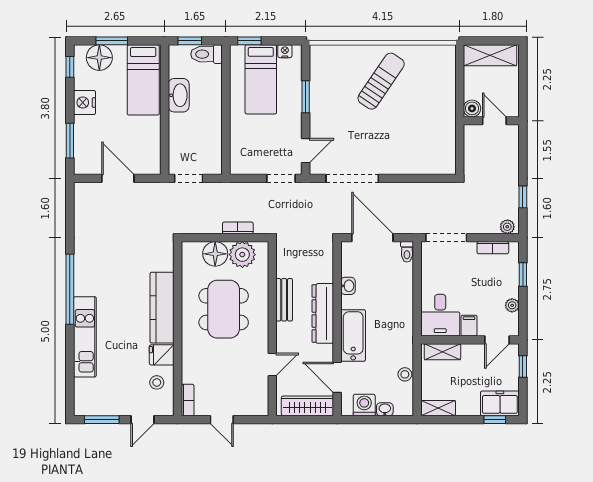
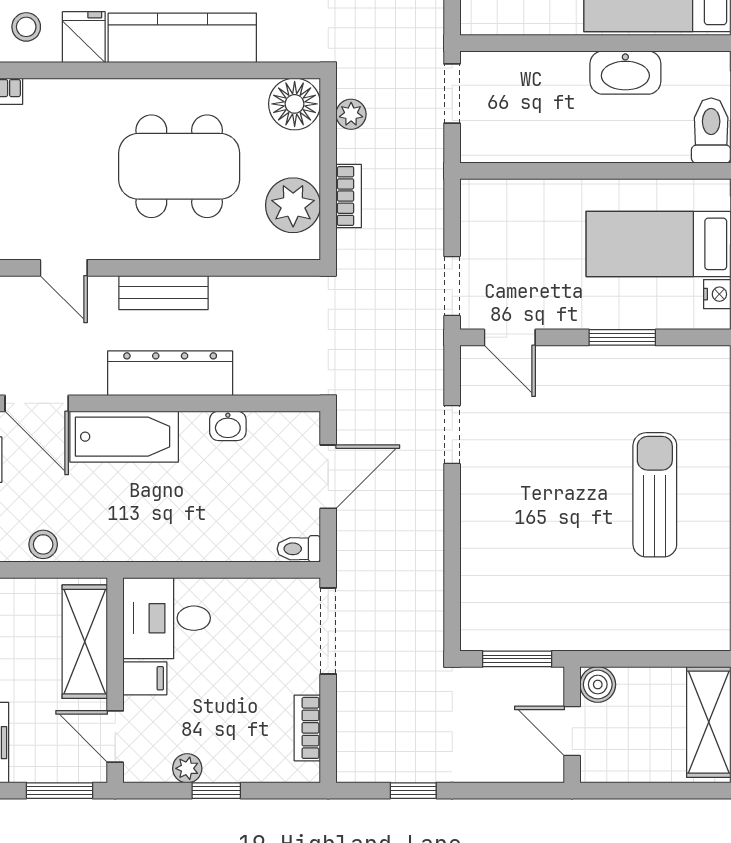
sun lounger: (381, 81) -> (655, 495), turned -124
door: (494, 121) -> (572, 731), swing flipped
window: (460, 147) -> (517, 659), added
doorway: (352, 178) -> (452, 435), width x0.53
plant: (507, 227) -> (351, 114), moved
door: (372, 238) -> (328, 477), width x0.73
floor lamp: (215, 254) -> (295, 104), moved
window: (523, 274) -> (216, 791), moved
bench: (284, 300) -> (163, 293), moved
shelving: (442, 352) -> (85, 642), width x1.50, depth x1.33
window: (523, 366) -> (60, 791), width x1.50
door: (337, 377) -> (37, 403), swing flipped

